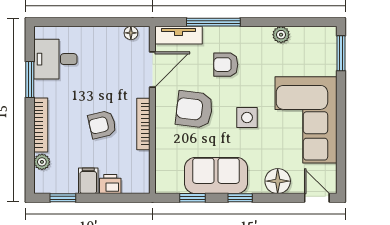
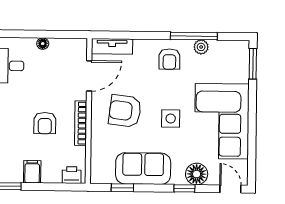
window: (213, 22) -> (194, 36), moved
floor lamp: (131, 33) -> (43, 44), moved
armchair: (226, 65) -> (169, 59), moved, turned -90
armchair: (102, 125) -> (45, 123), turned -77
printer: (110, 184) -> (72, 175), moved
window: (240, 198) -> (184, 188), moved

